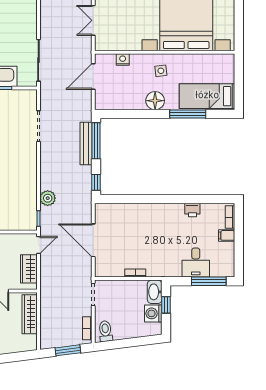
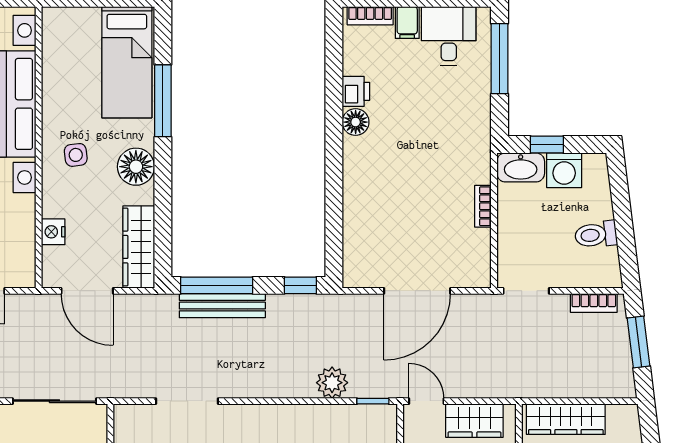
wardrobe: (115, 102) -> (139, 247), added
floor lamp: (177, 210) -> (356, 122), added
desk: (196, 263) -> (449, 36), moved, turned -90
toilet: (105, 331) -> (596, 235), moved

